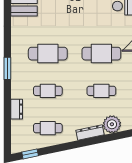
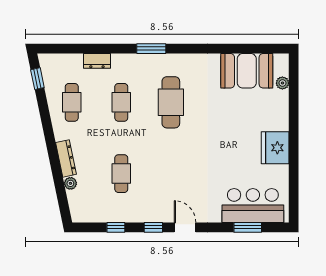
cafe table: (101, 54) -> (171, 174), removed
plant: (112, 124) -> (70, 183), width x0.53, depth x0.53

